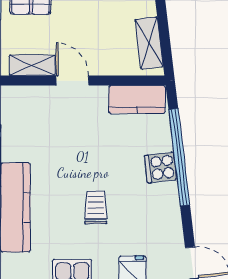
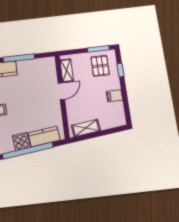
kitchen counter: (137, 99) -> (44, 136), moved, turned 83

